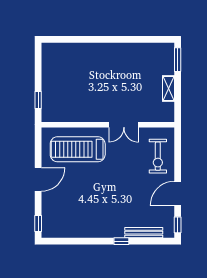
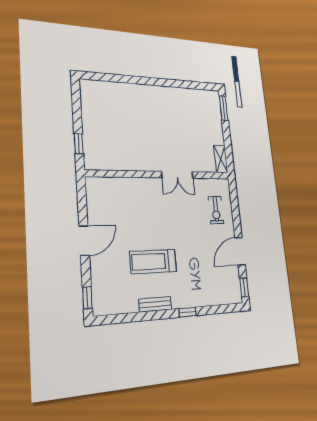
shelving: (168, 89) -> (221, 159), moved
treadmill: (78, 149) -> (153, 262), moved, width x0.73, depth x0.73
exercise bike: (158, 156) -> (216, 210), width x0.73, depth x0.72
bench: (144, 233) -> (155, 304), moved, width x0.73

